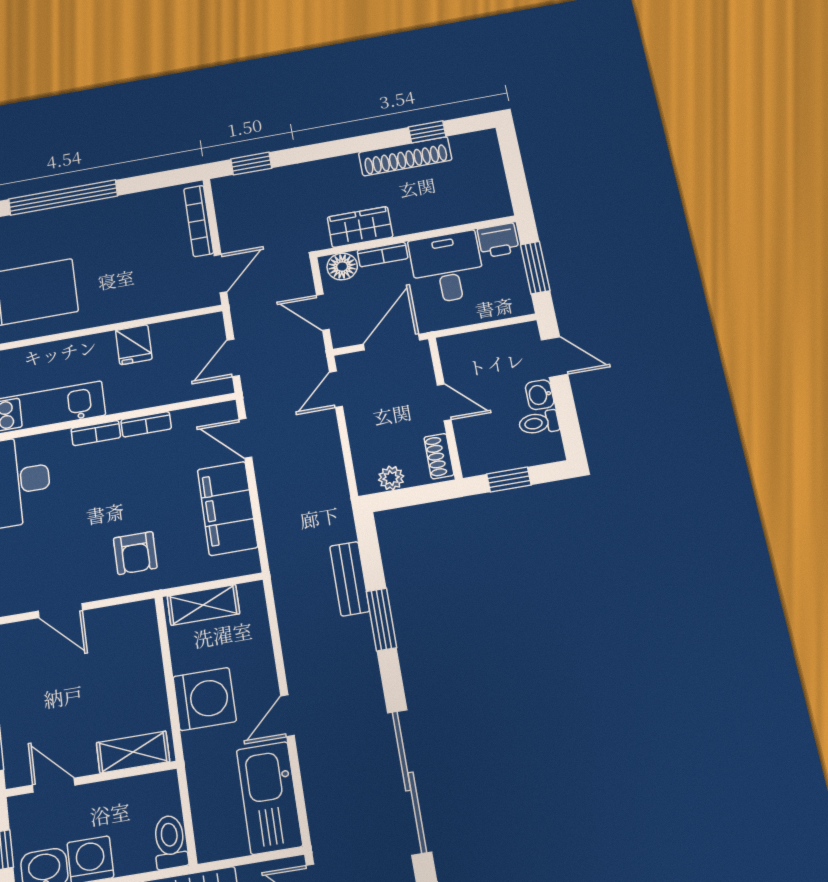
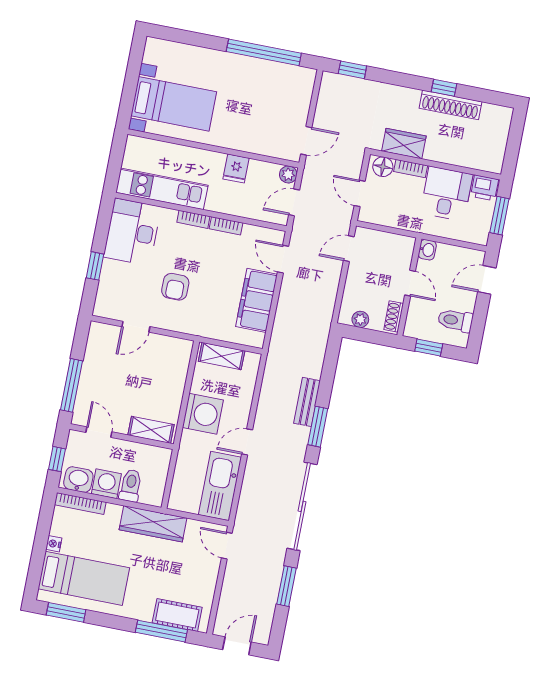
window: (427, 132) -> (444, 88), moved
window: (63, 197) -> (264, 52), moved
bookcase: (199, 221) -> (305, 98), removed
plant: (211, 325) -> (288, 174), added
door: (392, 342) -> (394, 231), removed
door: (554, 357) -> (487, 280), swing flipped
washbasin: (540, 395) -> (427, 250), moved, turned 180
toilet: (539, 423) -> (455, 320), width x1.37, depth x1.39
armchair: (135, 553) -> (175, 287), moved
bench: (350, 579) -> (307, 402), moved
door: (60, 611) -> (136, 327), hinge flipped
window: (381, 619) -> (318, 427), moved
toilet: (170, 842) -> (131, 486), moved

